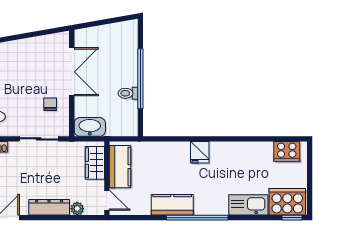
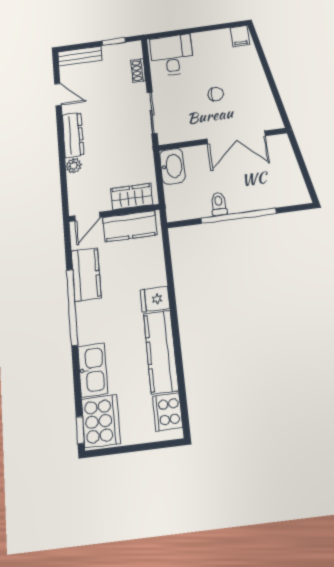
chair: (50, 104) -> (216, 94), moved
kitchen counter: (241, 152) -> (161, 352), added
wardrobe: (95, 163) -> (132, 197), moved
kitchen counter: (120, 167) -> (130, 226), moved
wall: (107, 178) -> (114, 213), moved
door: (107, 200) -> (87, 217), moved

